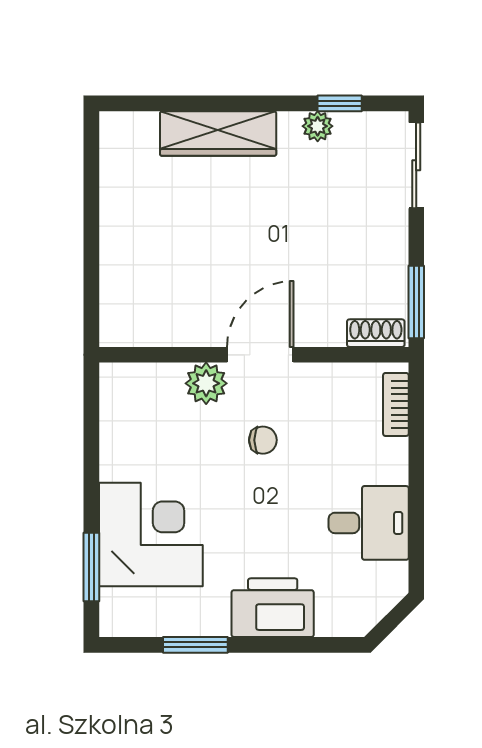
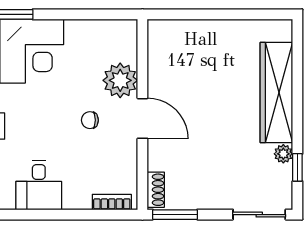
wardrobe: (218, 134) -> (276, 92), width x1.40, depth x1.17
plant: (206, 383) -> (120, 80), width x1.36, depth x1.36
chair: (263, 440) -> (90, 120), turned 90

